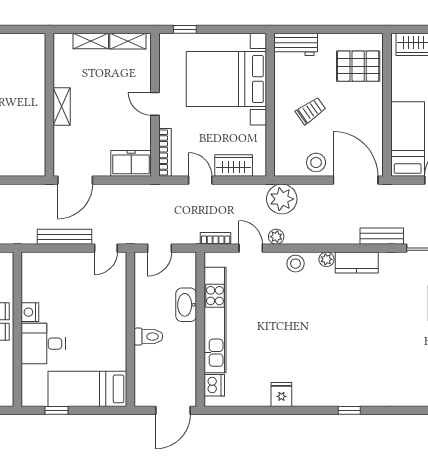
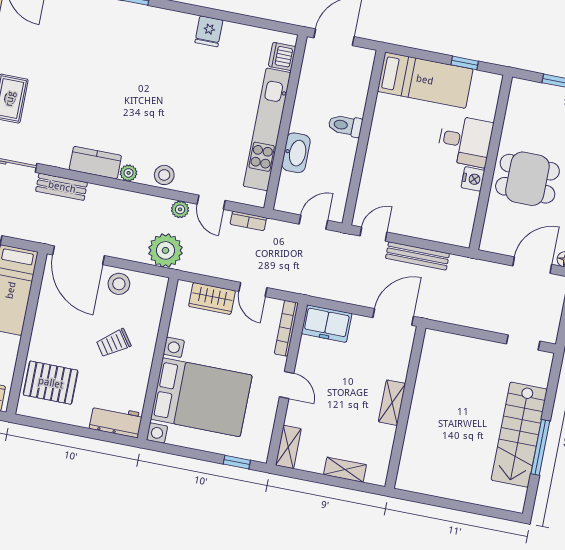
shelving: (128, 41) -> (288, 447), moved, turned 90

